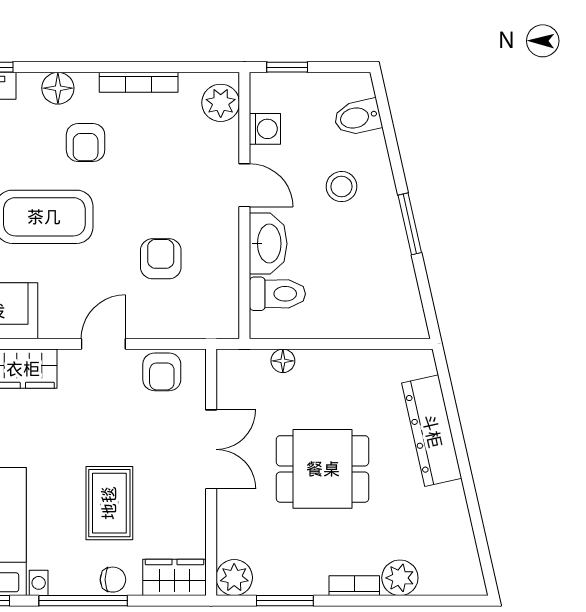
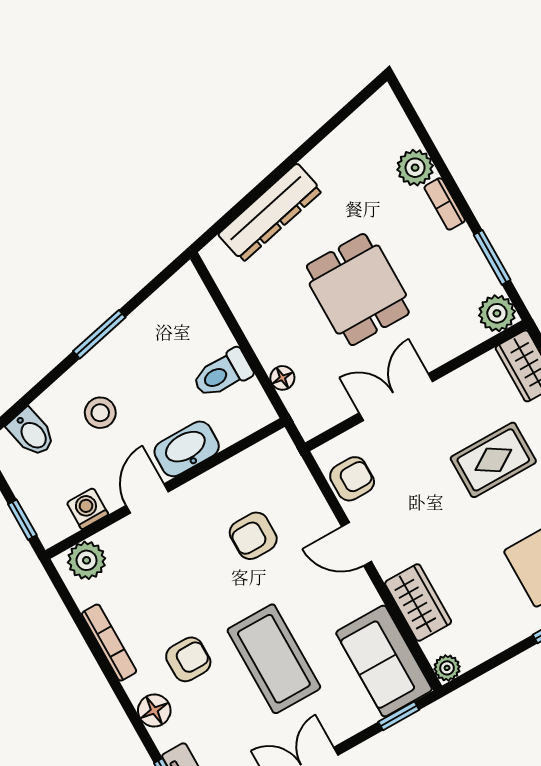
toilet: (277, 294) -> (222, 374), moved, turned -90

